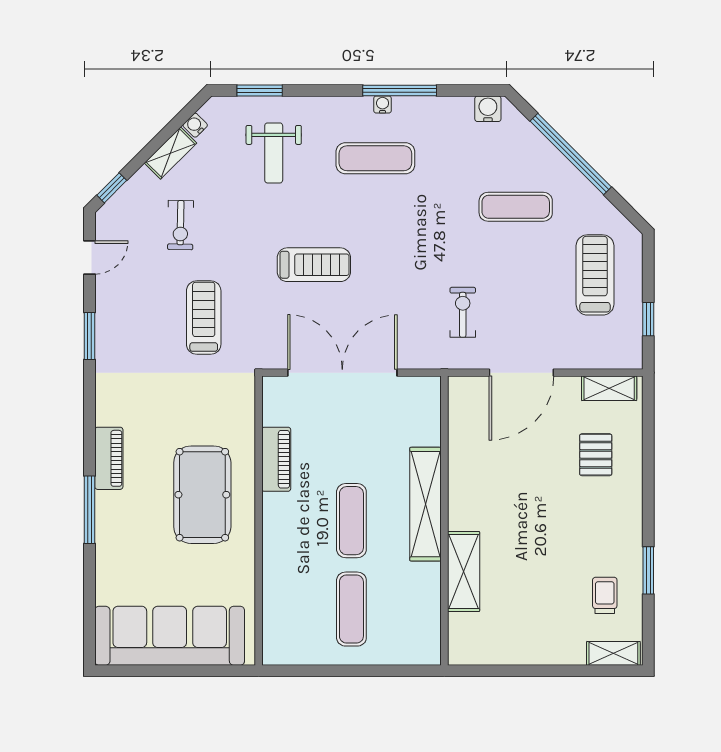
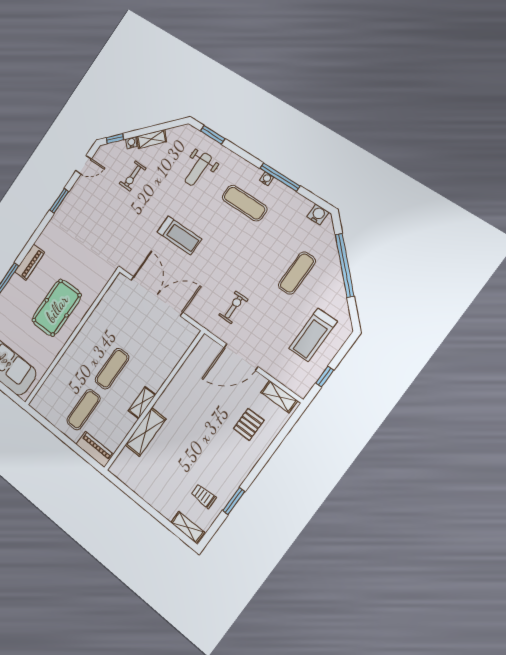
water cooler: (195, 125) -> (131, 143), moved
exercise mat: (516, 207) -> (297, 273), turned 90
treadmill: (595, 275) -> (313, 335), turned 180
treadmill: (204, 318) -> (113, 226), removed
piano: (276, 459) -> (95, 449), moved, turned -90
shelving: (425, 504) -> (142, 403), width x0.45, depth x0.75
trolley: (605, 595) -> (204, 496), turned -90

